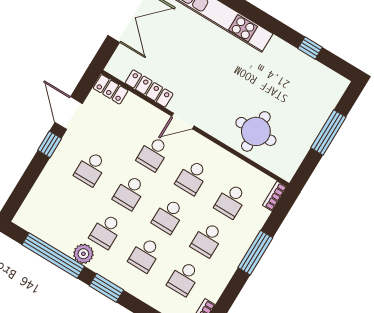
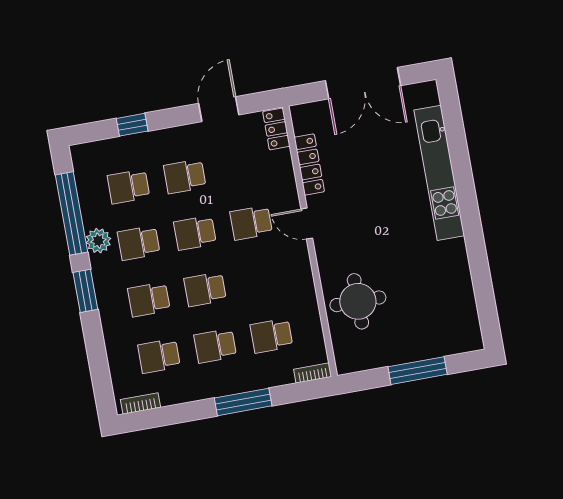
window: (310, 48) -> (482, 283), removed
window: (50, 144) -> (132, 125), moved
school desk: (192, 177) -> (129, 187), moved

